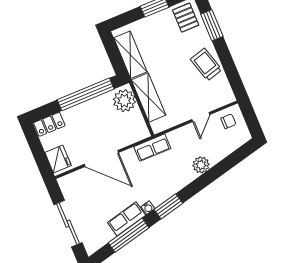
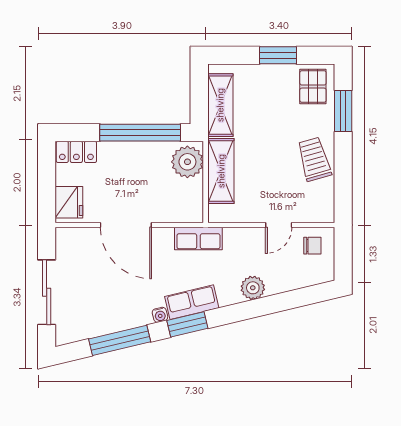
row of seats: (127, 219) -> (192, 302), moved

